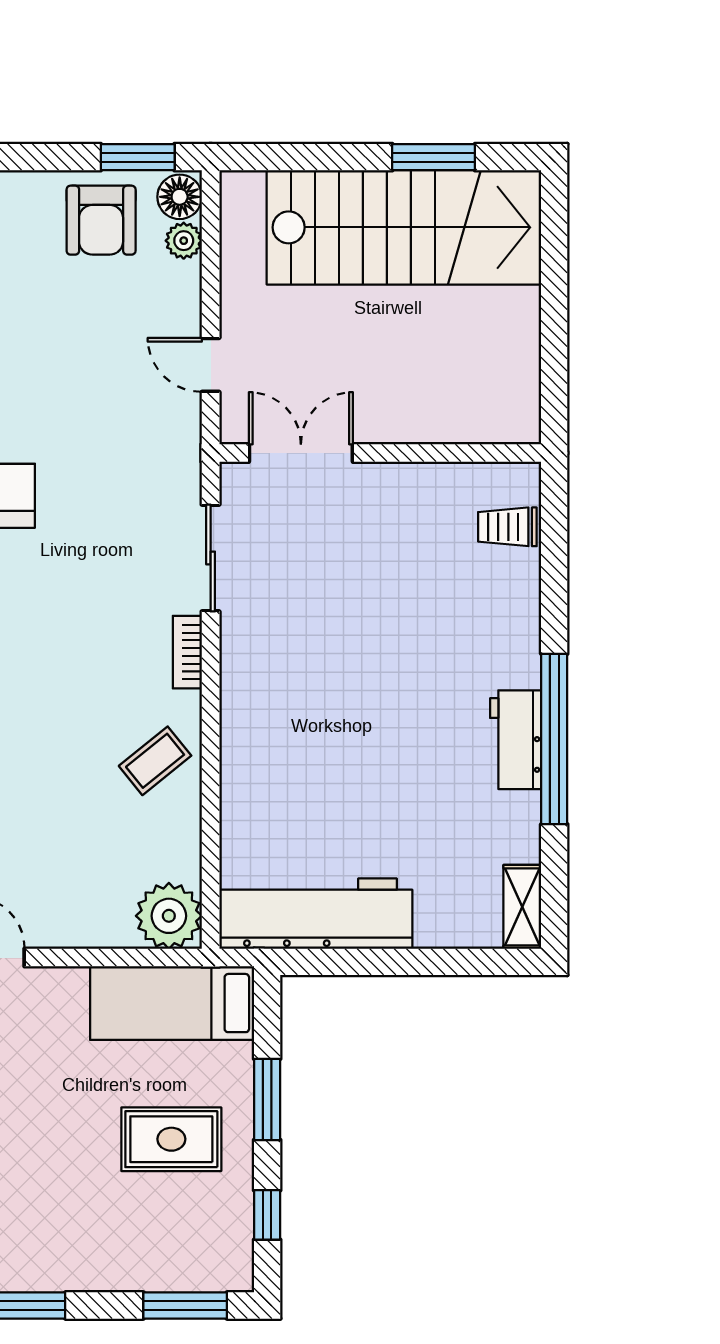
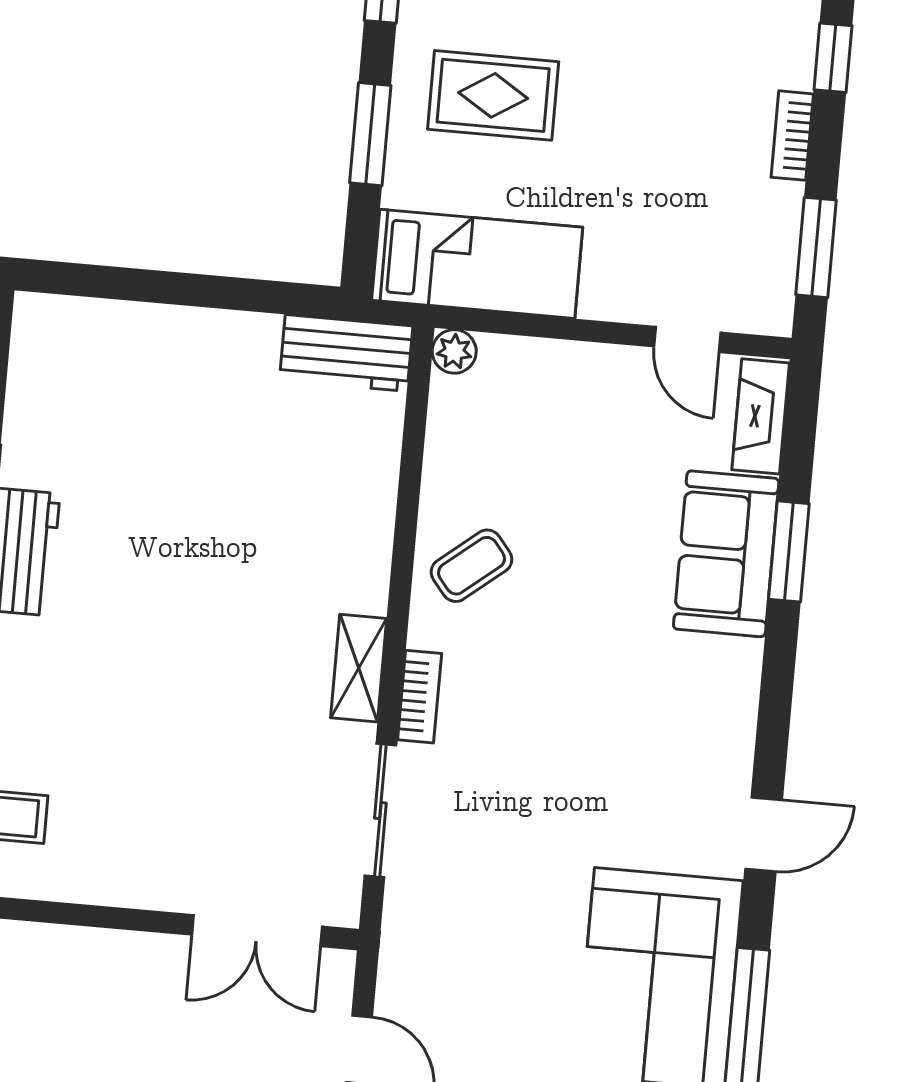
shelving: (522, 907) -> (359, 668), moved
workbench: (316, 914) -> (346, 353), width x0.53, depth x0.76
plant: (169, 916) -> (454, 351), width x0.53, depth x0.53

